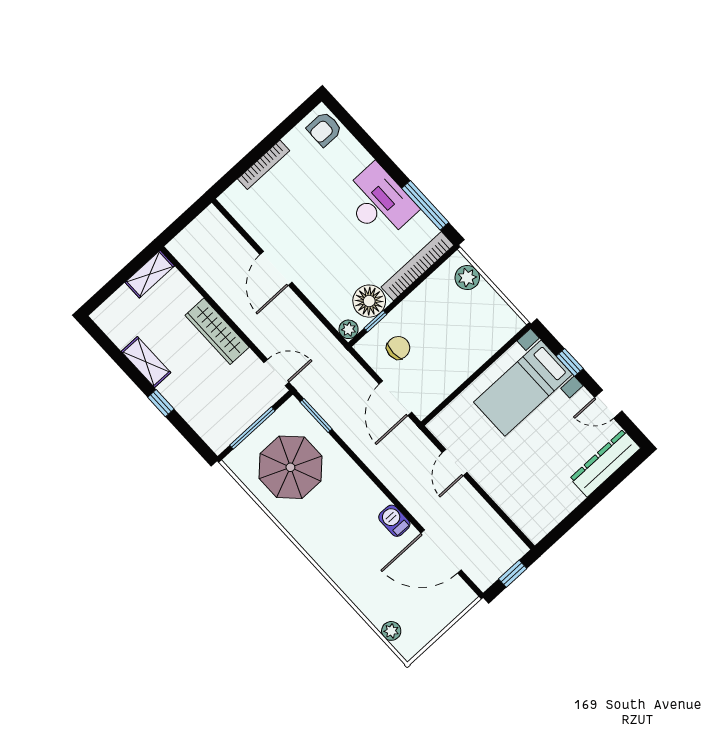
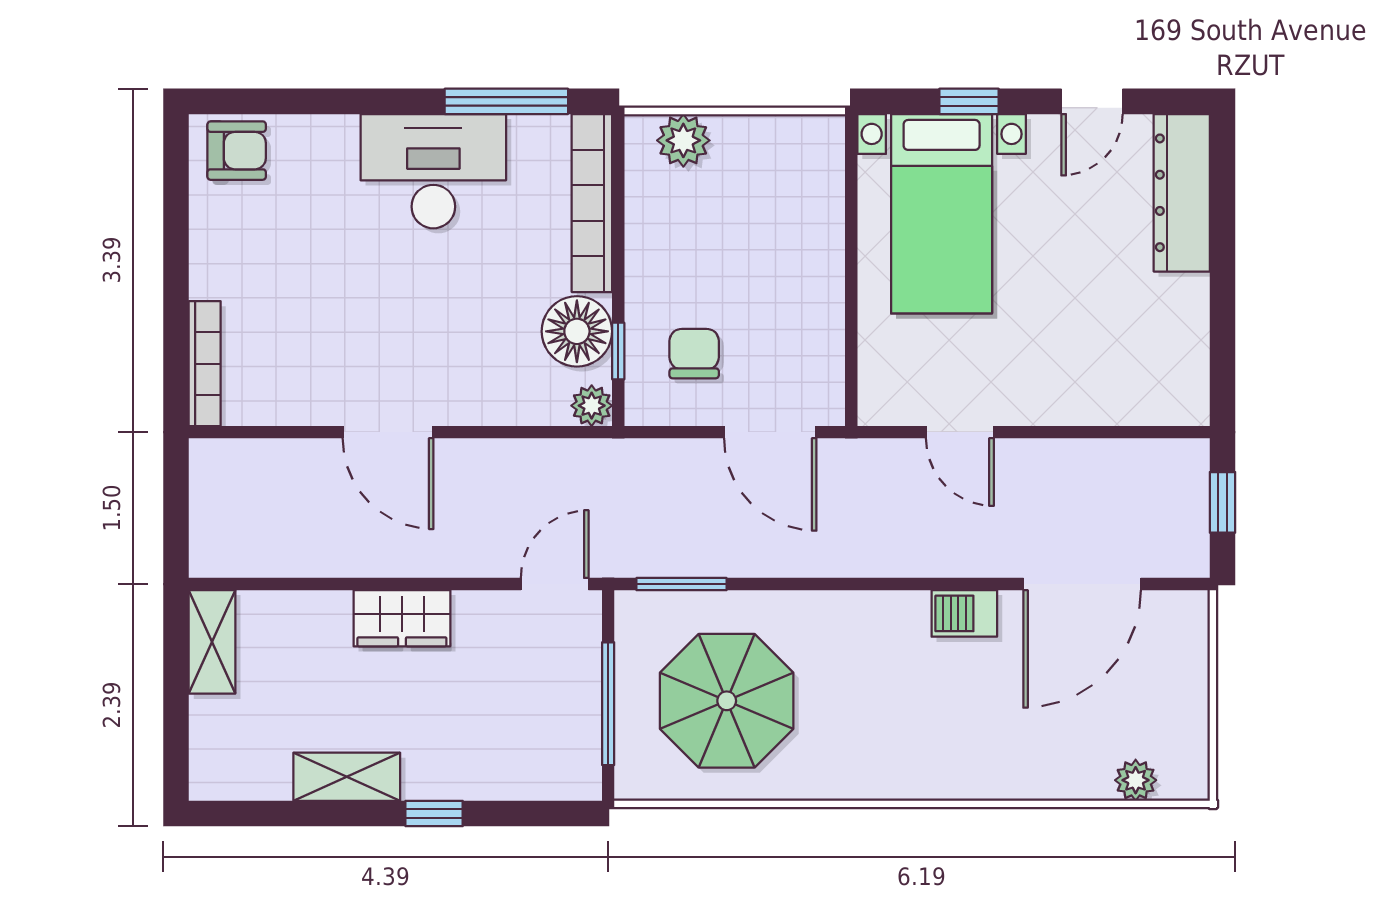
armchair: (324, 129) -> (237, 151), turned -90
bookcase: (264, 165) -> (205, 364), moved
wardrobe: (217, 331) -> (402, 618), width x0.67

